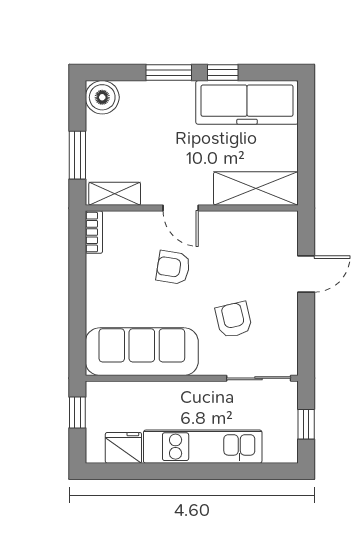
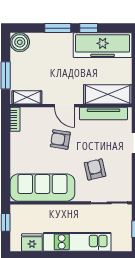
tv unit: (249, 222) -> (103, 114), added

